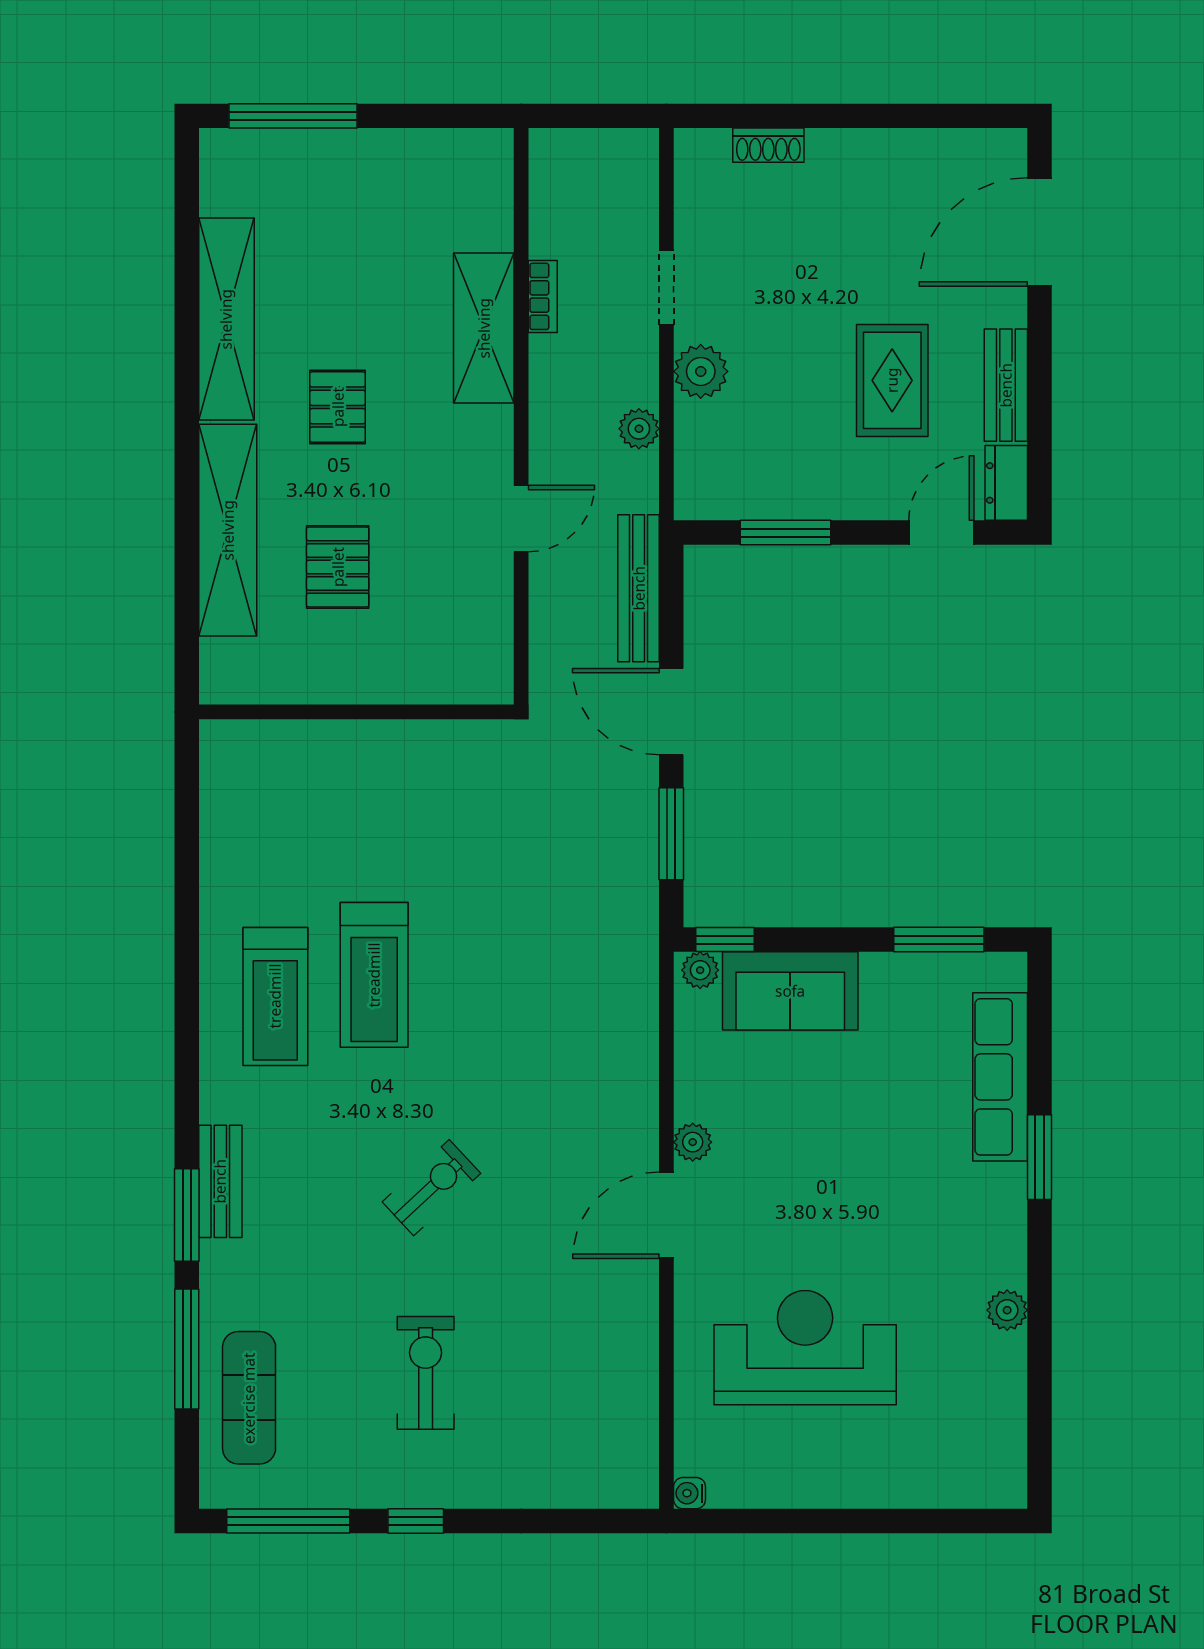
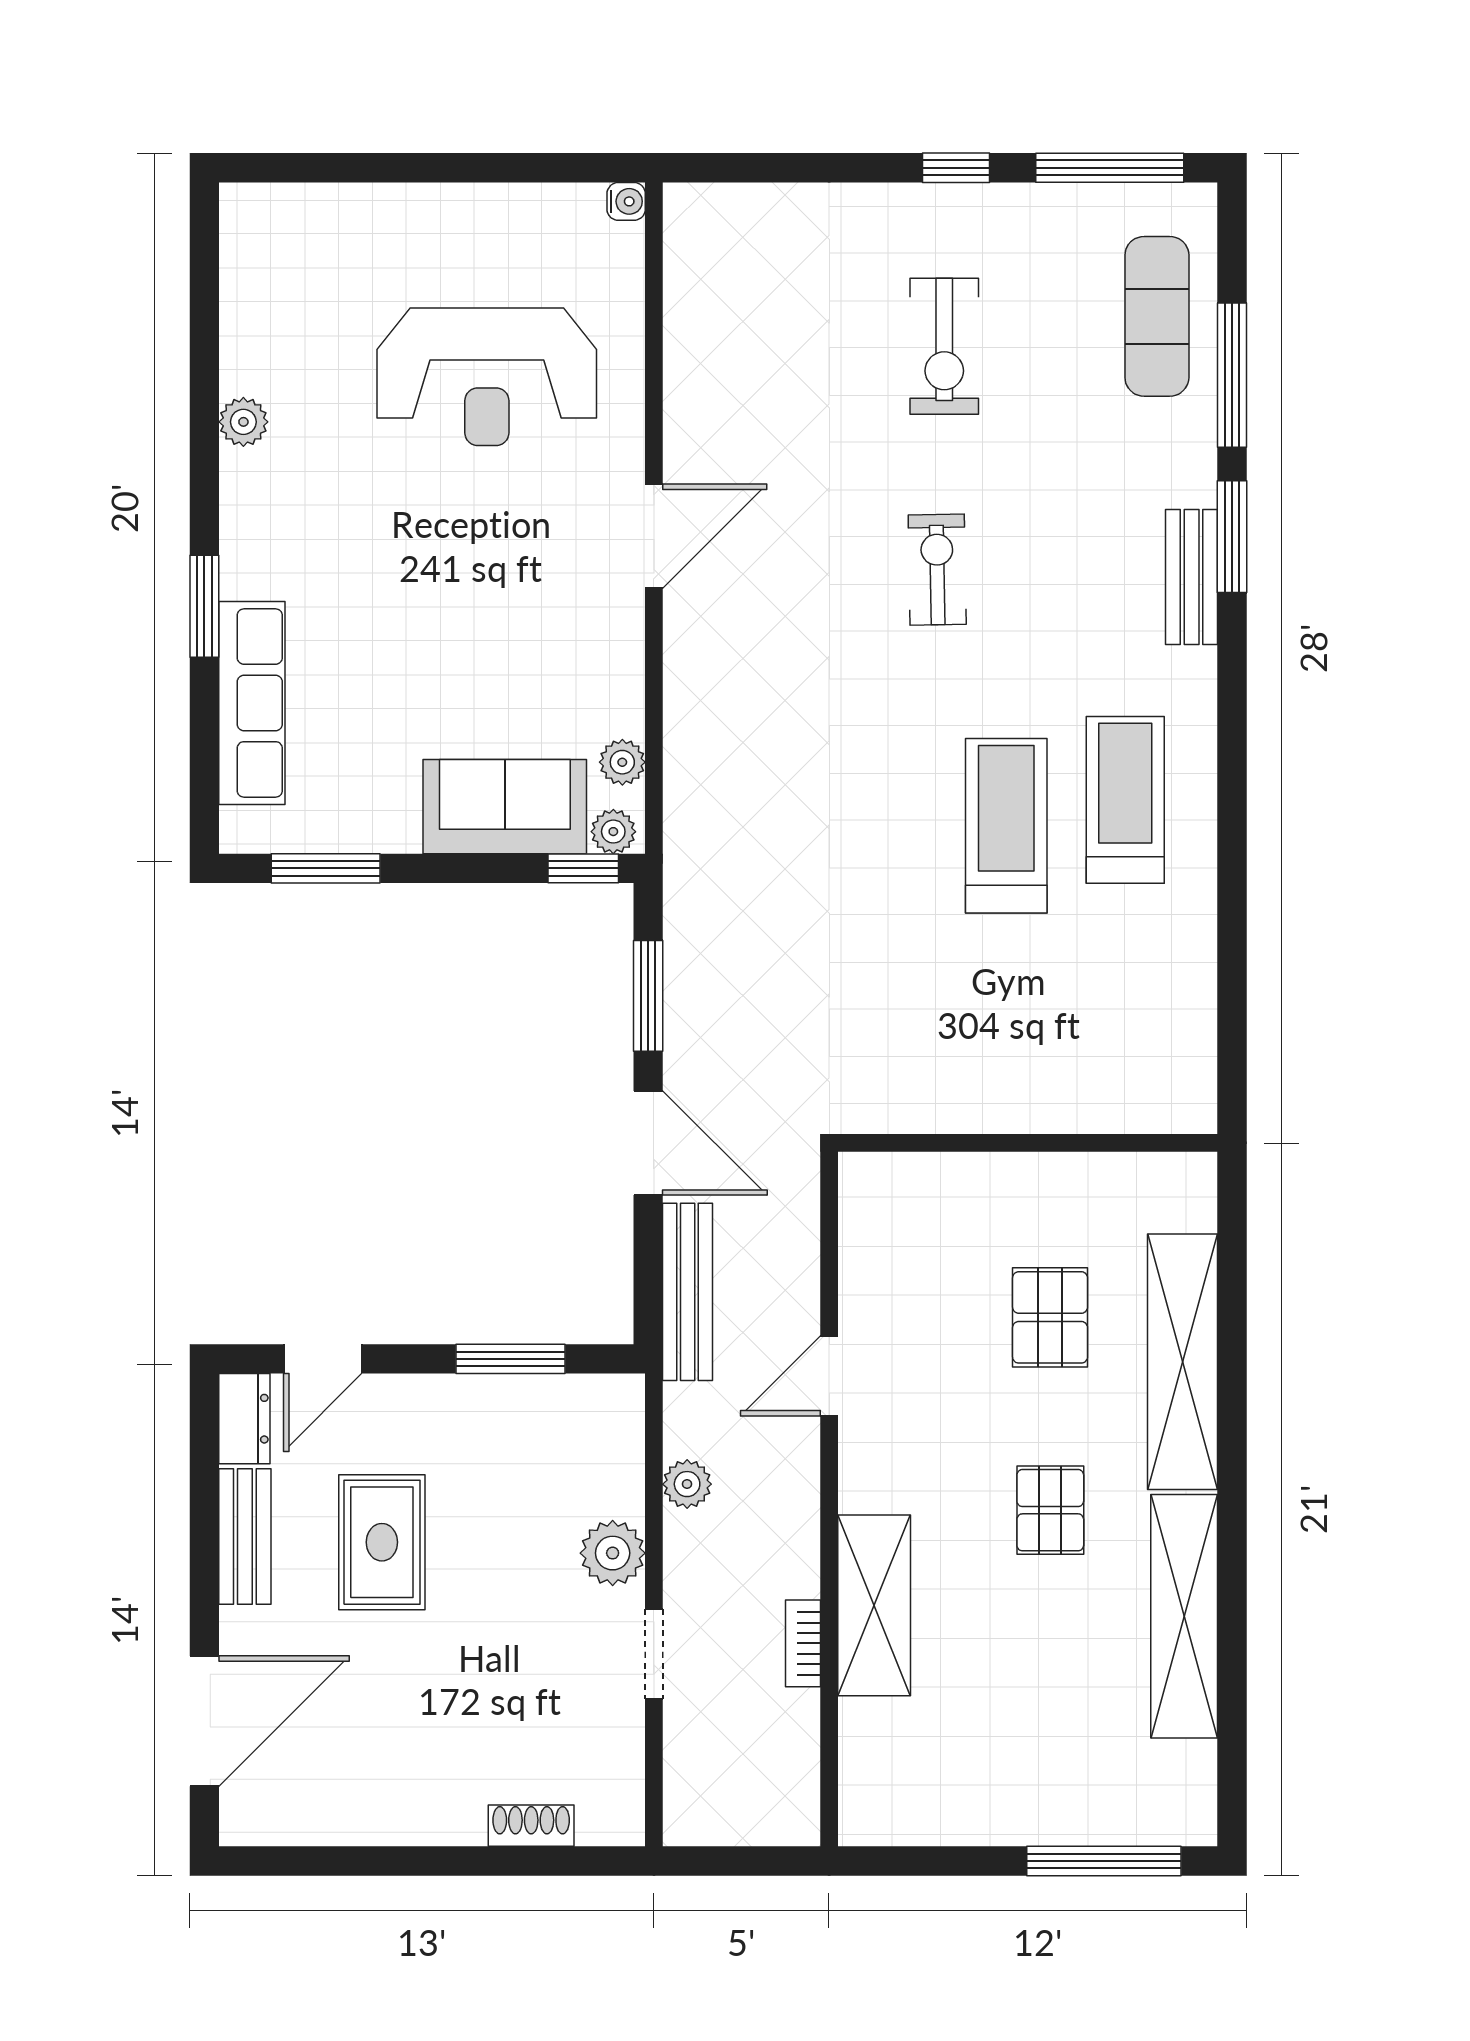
plant: (693, 1142) -> (622, 762), moved
exercise bike: (431, 1188) -> (937, 570), turned 132

